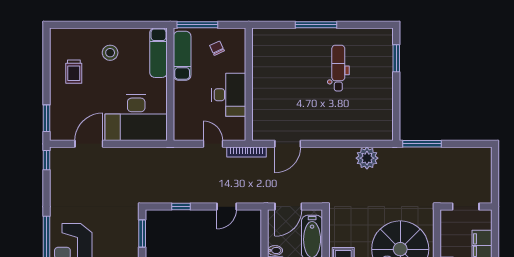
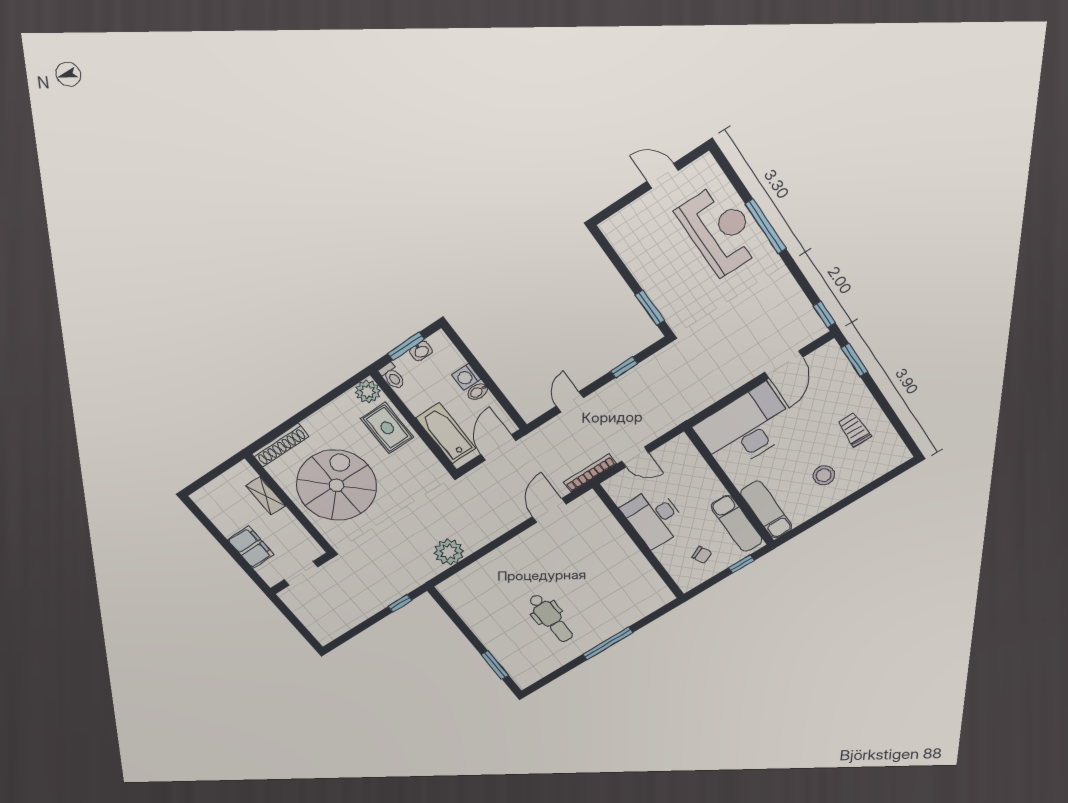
window: (197, 25) -> (741, 564), width x0.46
window: (422, 144) -> (400, 603), width x0.46

